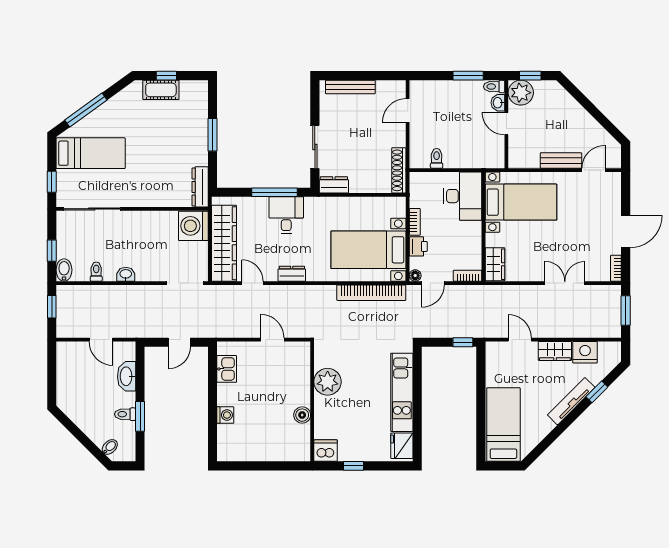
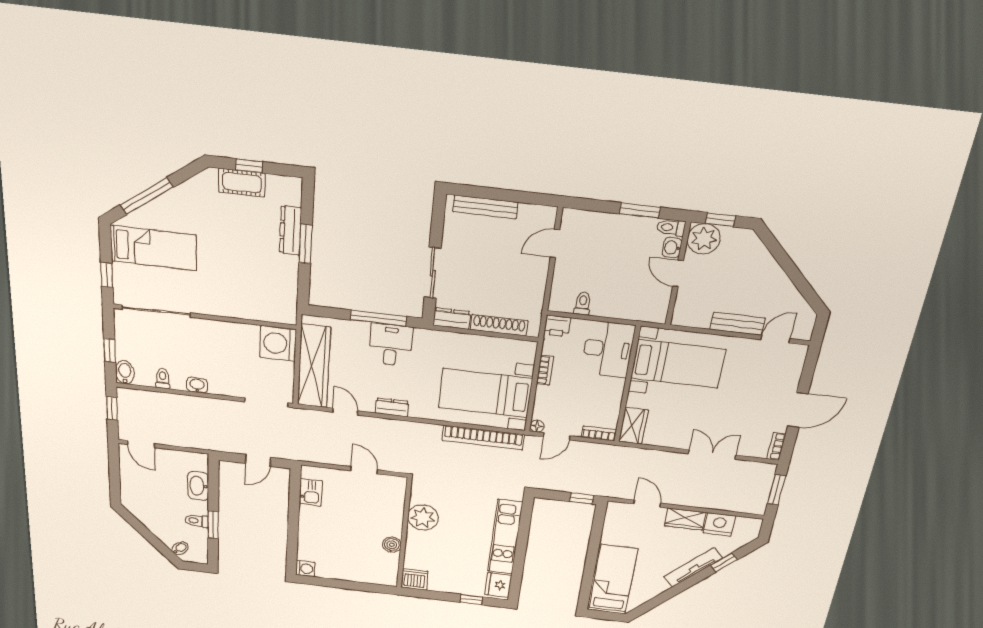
shoe rack: (399, 170) -> (499, 325), moved, turned 90
dresser: (200, 187) -> (290, 230), moved
printer: (418, 246) -> (557, 326), moved, turned 90
door: (101, 340) -> (141, 444), moved
washing machine: (225, 415) -> (305, 569), moved
window: (354, 466) -> (471, 600), moved

